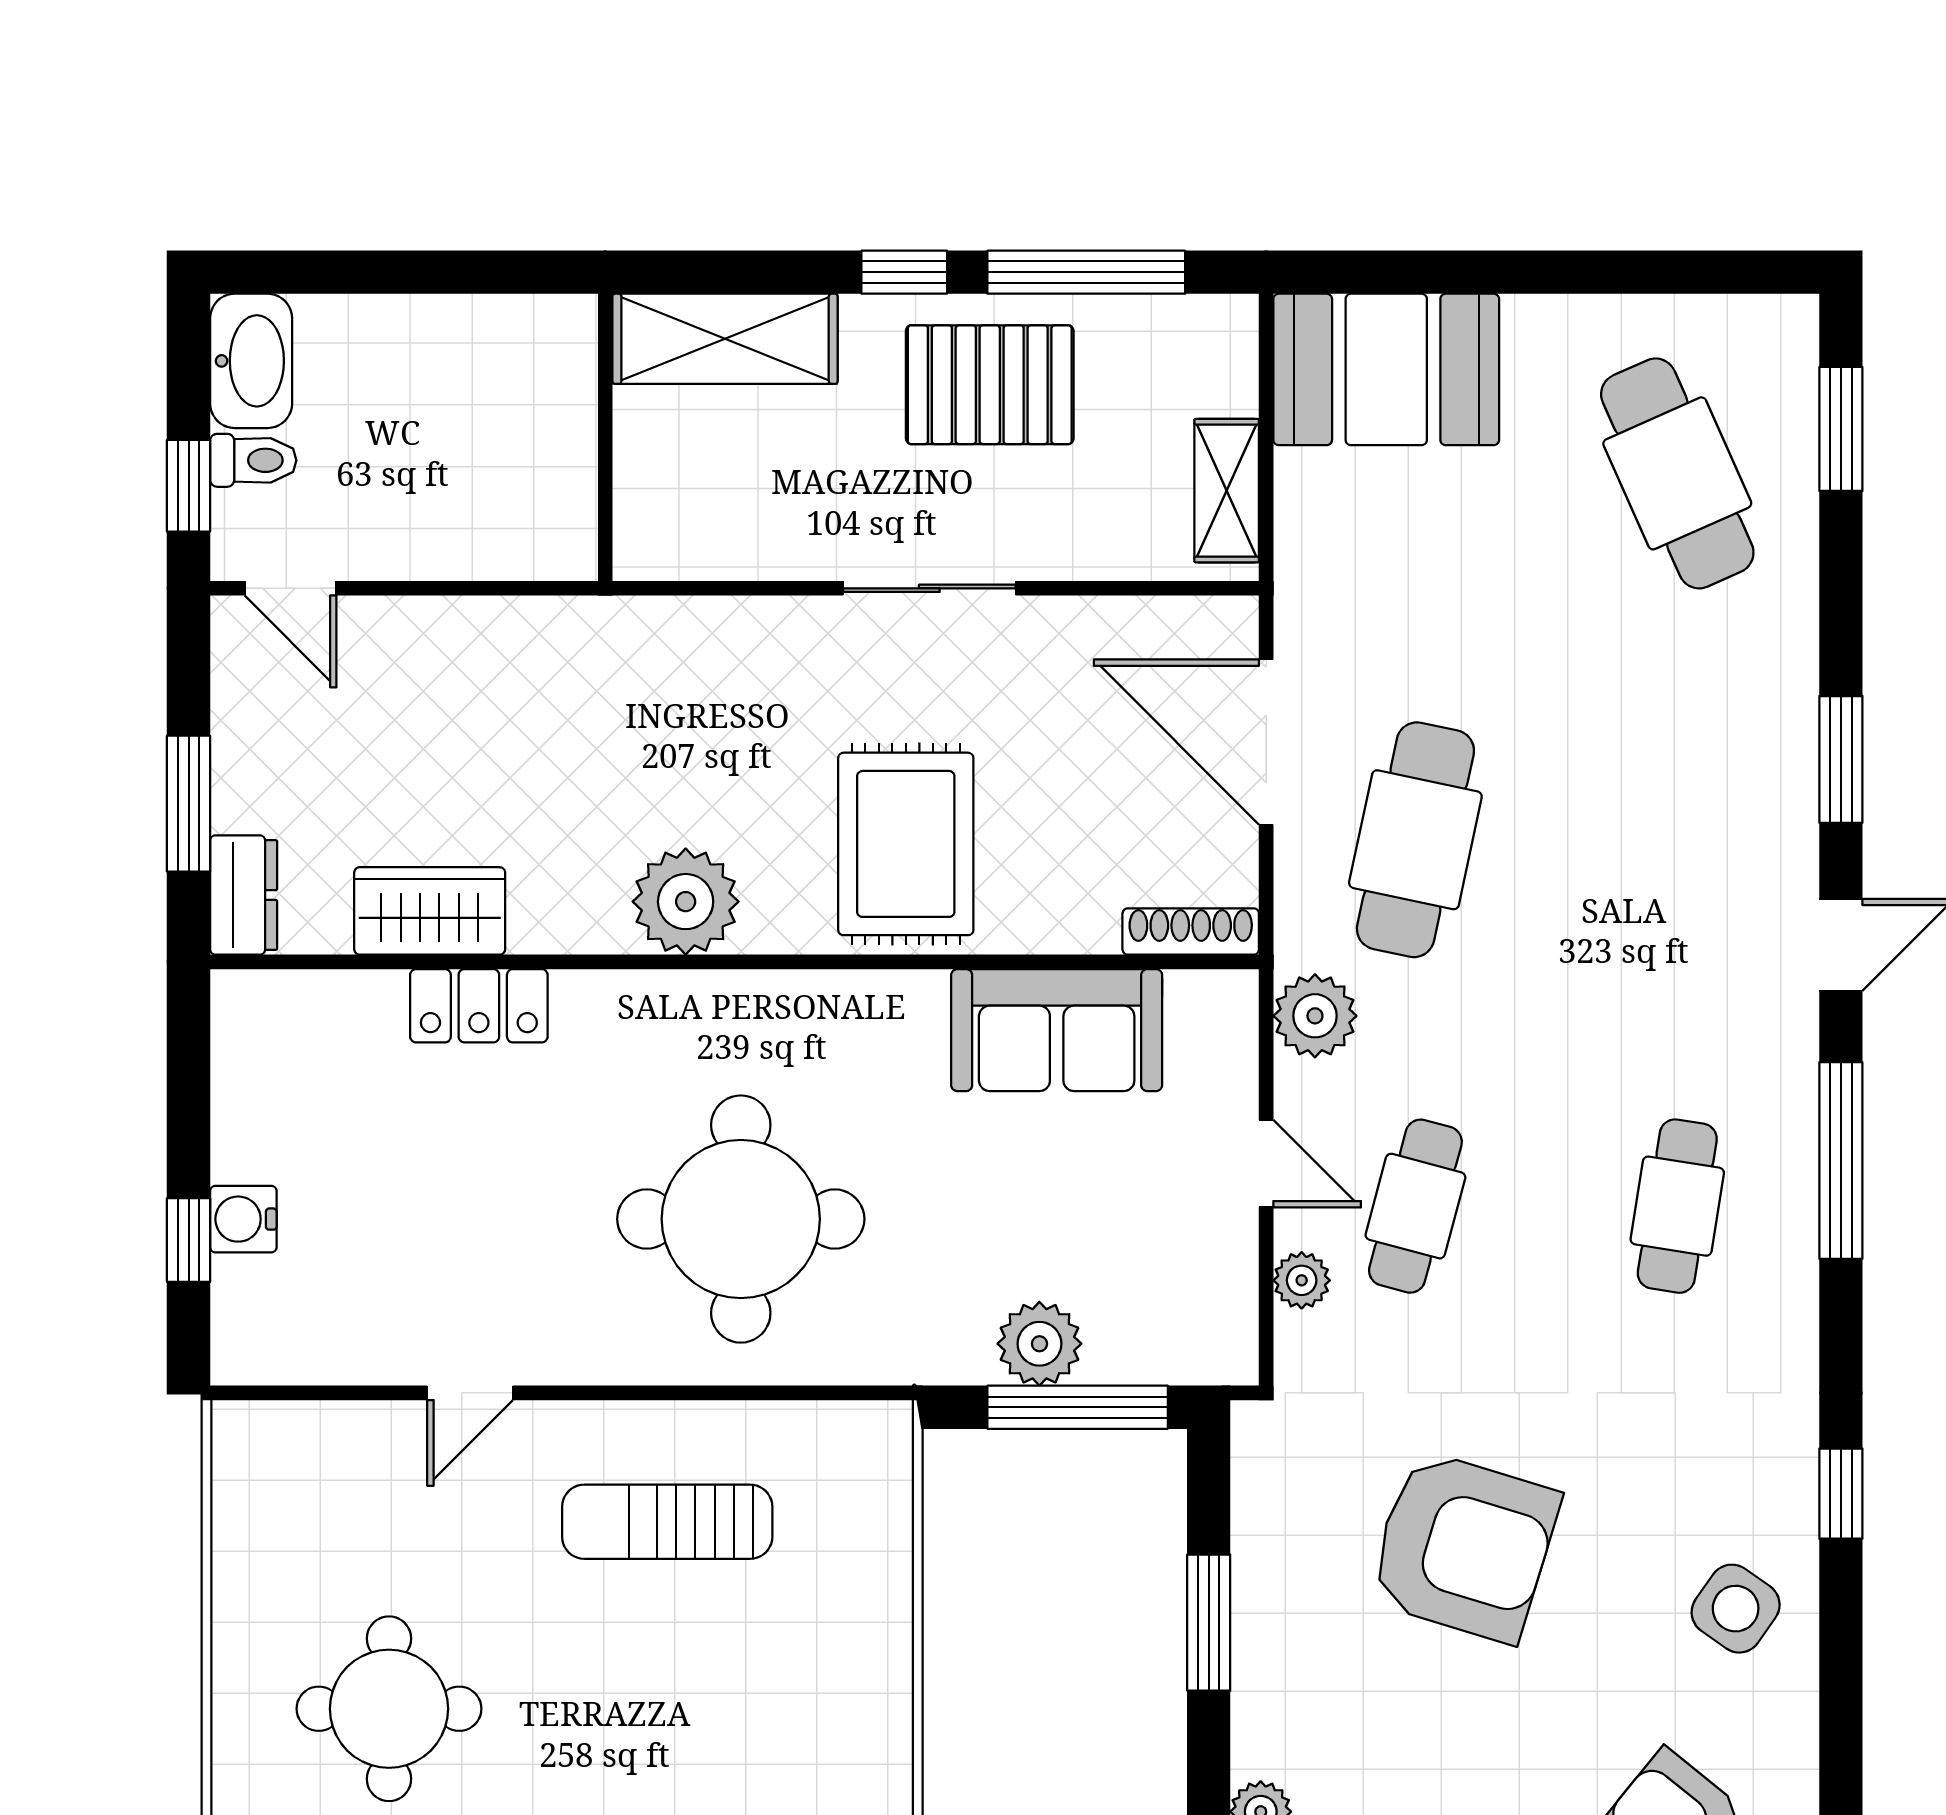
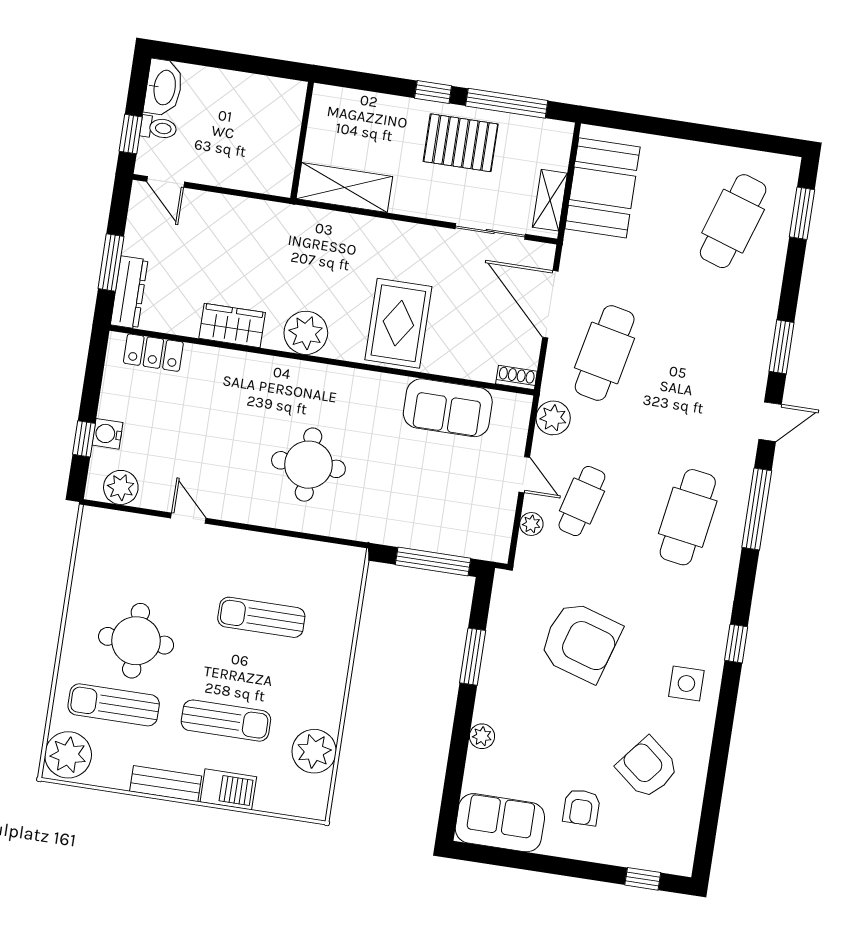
shelving: (725, 339) -> (344, 188), moved
booth: (1386, 369) -> (602, 188), moved, turned 90
cafe table: (1677, 473) -> (733, 221), turned 42
sliding door: (929, 588) -> (490, 231), moved
dresser: (244, 895) -> (129, 292), width x1.44
wardrobe: (430, 911) -> (232, 325), moved
shoe rack: (1191, 931) -> (516, 377), width x0.70
locker: (479, 1006) -> (153, 353), moved
cafe table: (1677, 1206) -> (688, 517), width x1.37, depth x1.35
round table: (741, 1219) -> (308, 465), width x0.73, depth x0.73
plant: (1039, 1344) -> (121, 487), moved
door: (470, 1393) -> (188, 518), swing flipped
sun lounger: (667, 1522) -> (261, 617), moved
side table: (1736, 1609) -> (686, 684), turned -35

